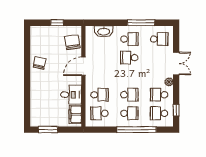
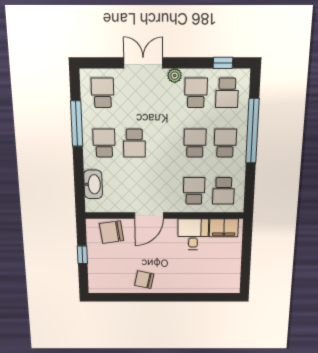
door: (83, 66) -> (149, 216), hinge flipped
school desk: (159, 95) -> (196, 93), turned 180
window: (48, 130) -> (246, 268), removed

